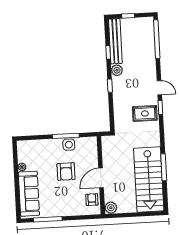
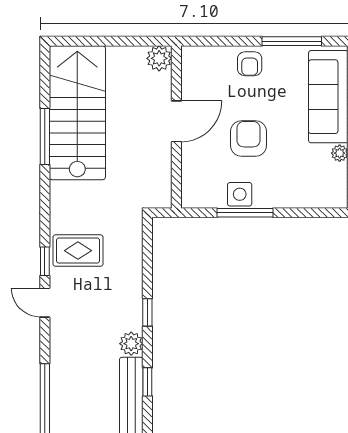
armchair: (92, 200) -> (250, 64), moved

